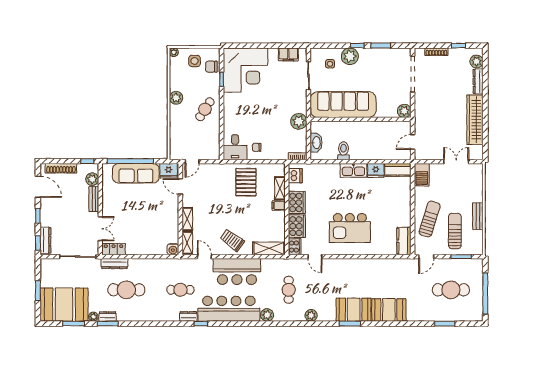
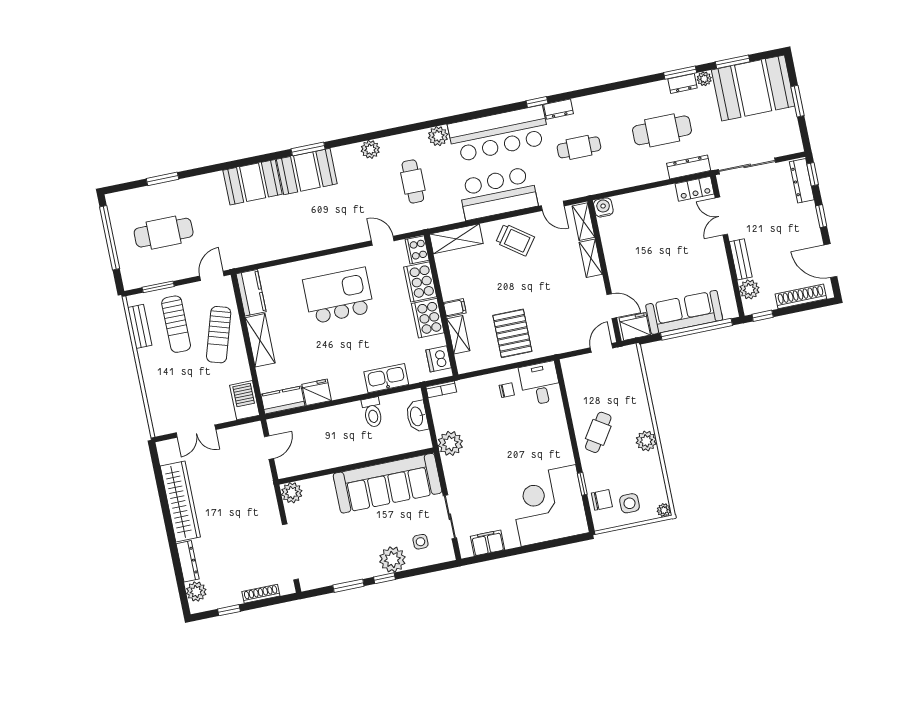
kitchen sink: (353, 170) -> (386, 378), moved
shelving: (404, 210) -> (260, 340), added
bench: (478, 216) -> (140, 326), moved

